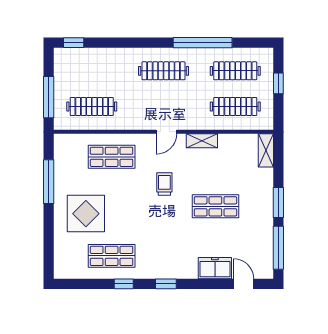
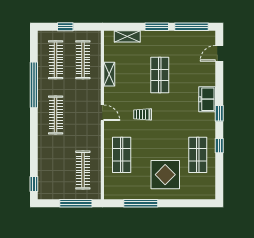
shelving: (202, 141) -> (109, 74), moved
shelving: (266, 150) -> (127, 36), moved
freezer: (215, 268) -> (207, 99), moved

